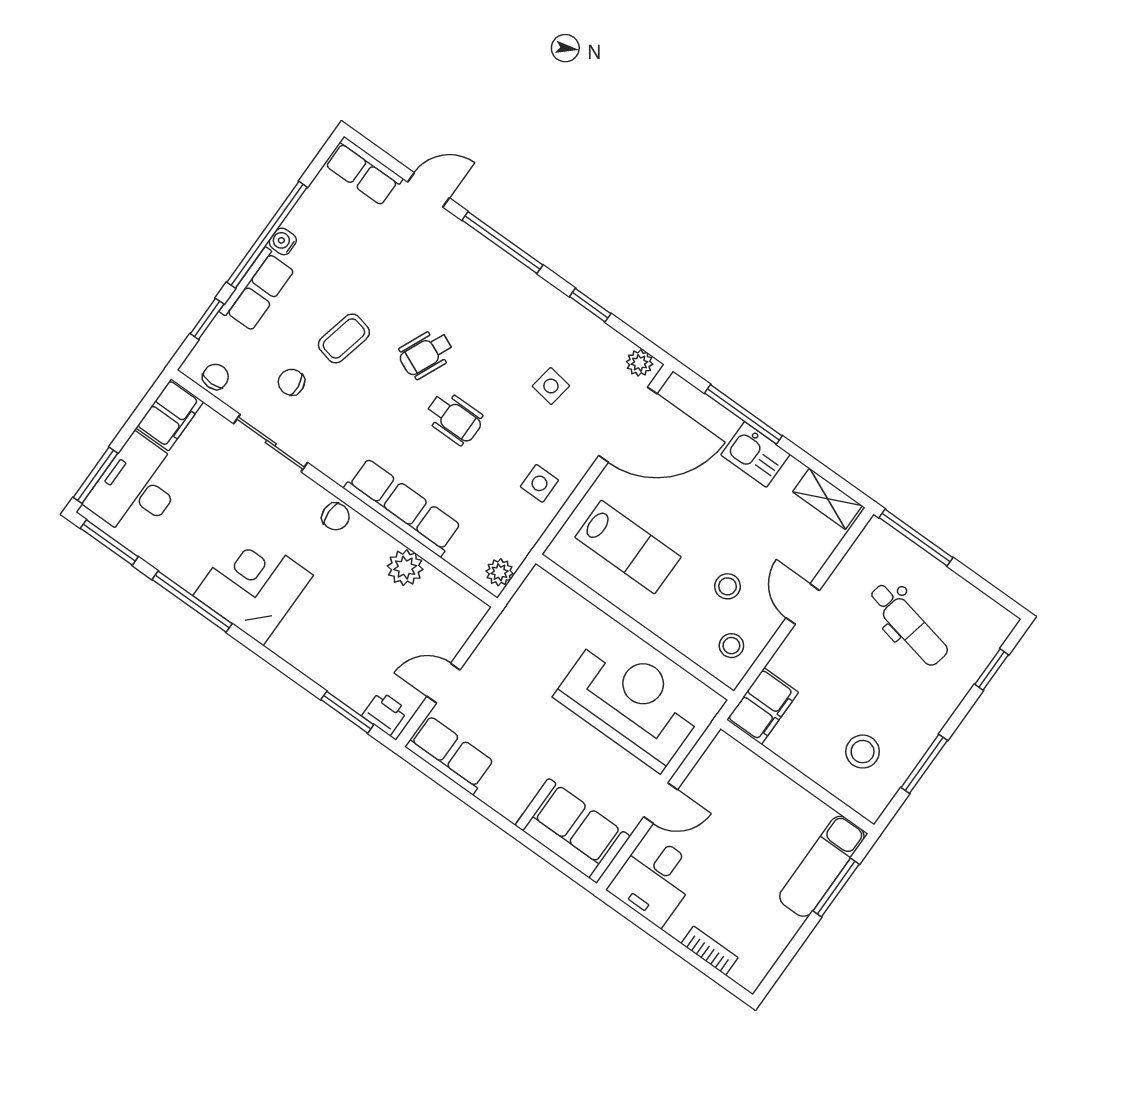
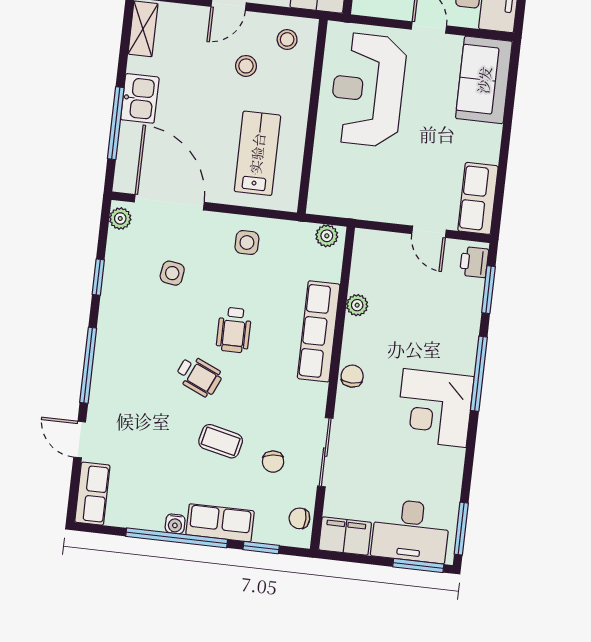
wheelchair: (454, 418) -> (234, 330), turned 180
plant: (405, 568) -> (357, 305), width x0.73, depth x0.73
window: (192, 602) -> (479, 374), moved

